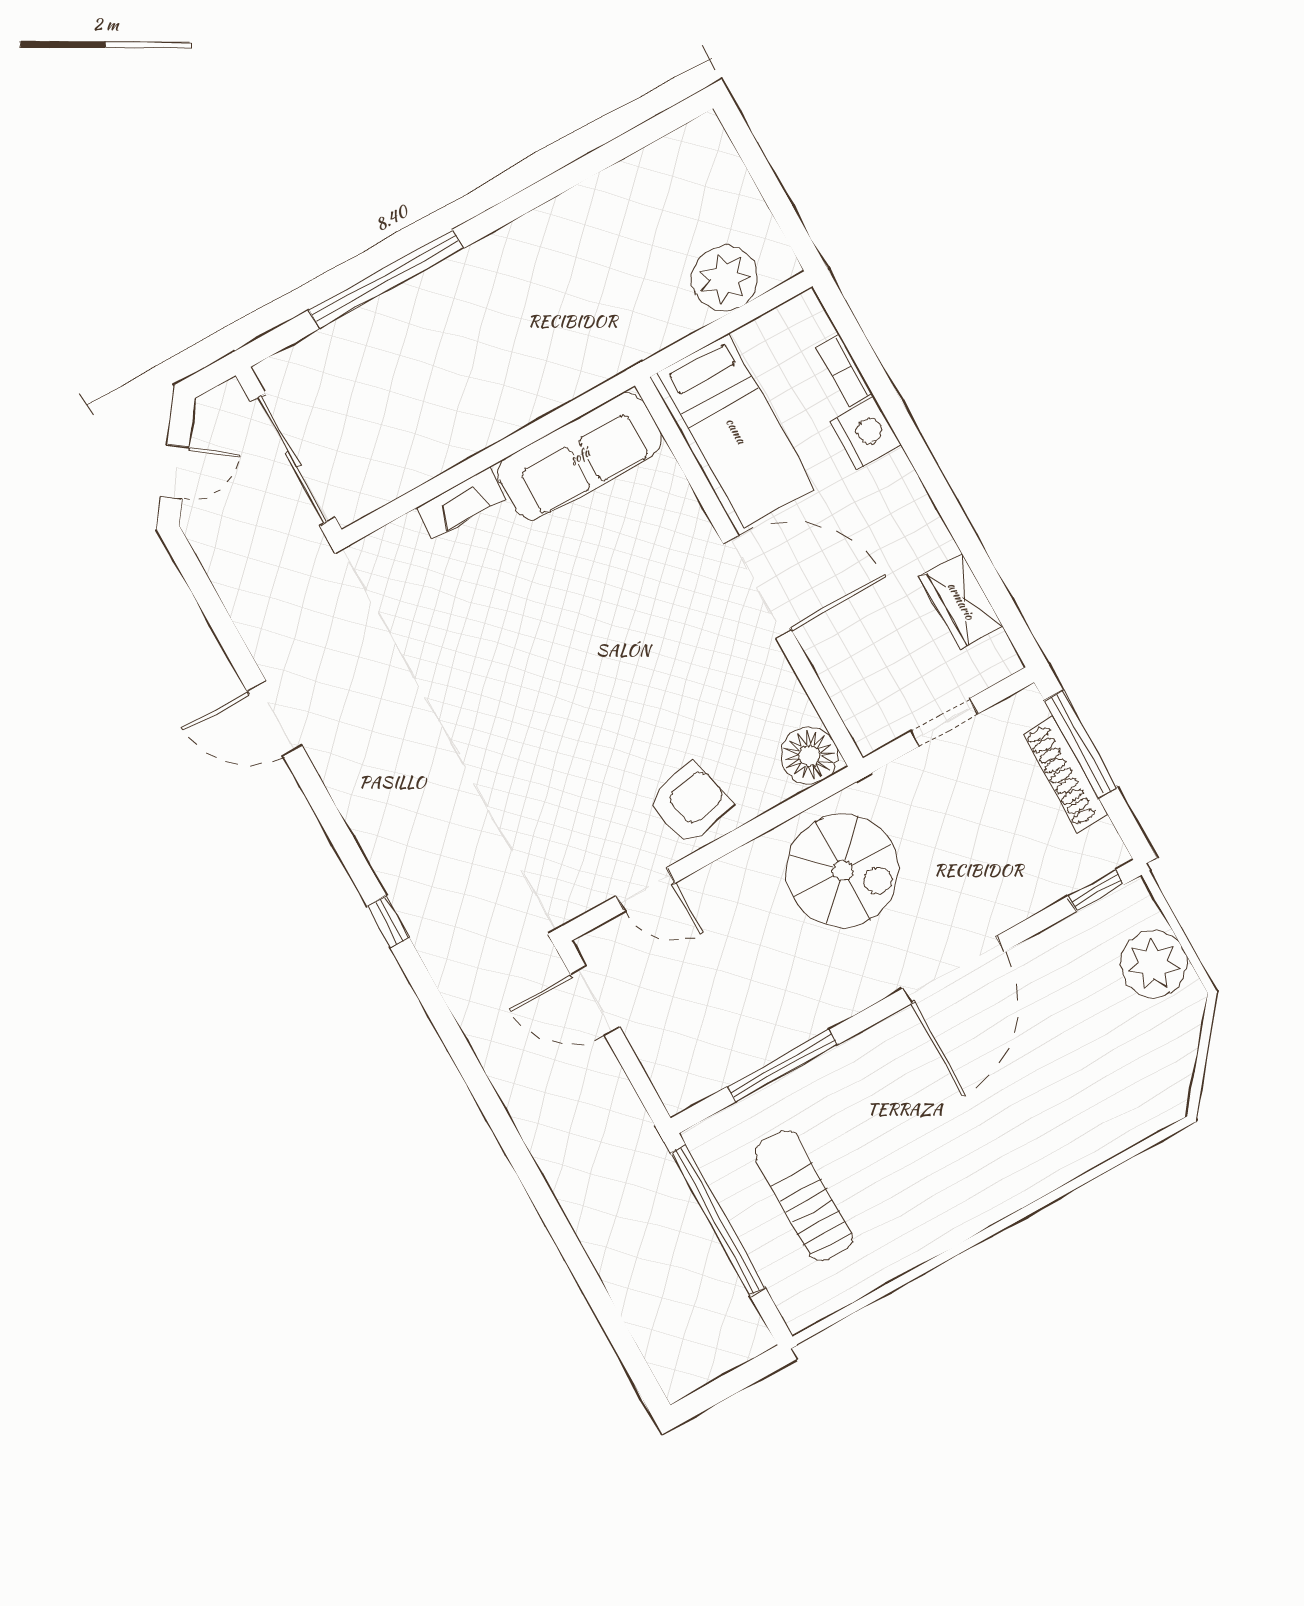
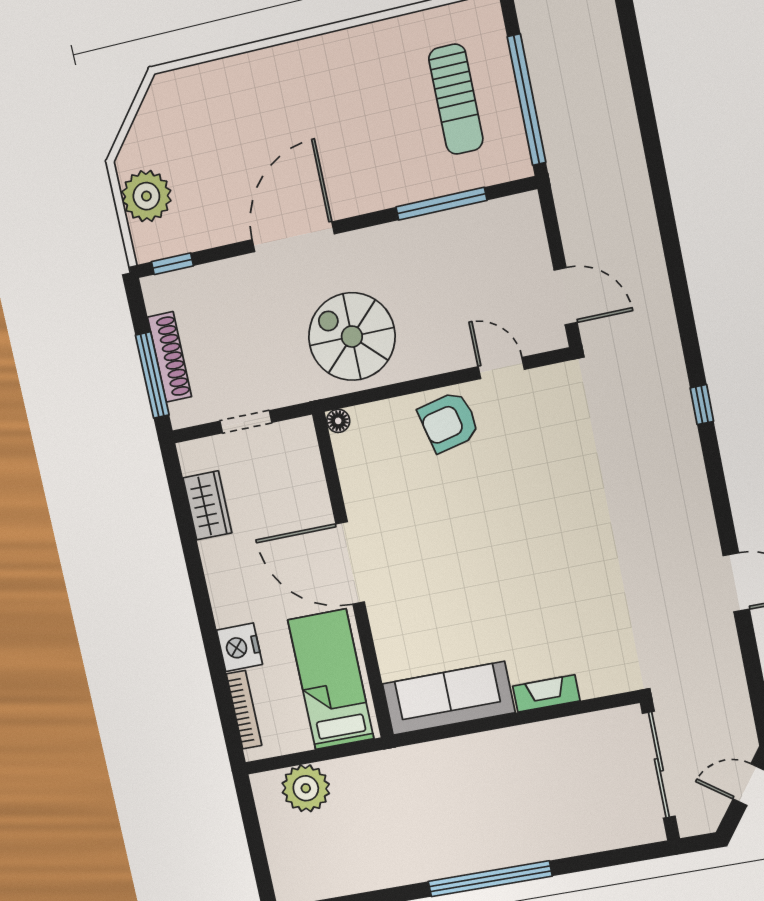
window: (386, 279) -> (490, 879), moved
bookcase: (844, 370) -> (244, 710), width x1.56
floor lamp: (809, 756) -> (338, 421), width x0.53, depth x0.53

